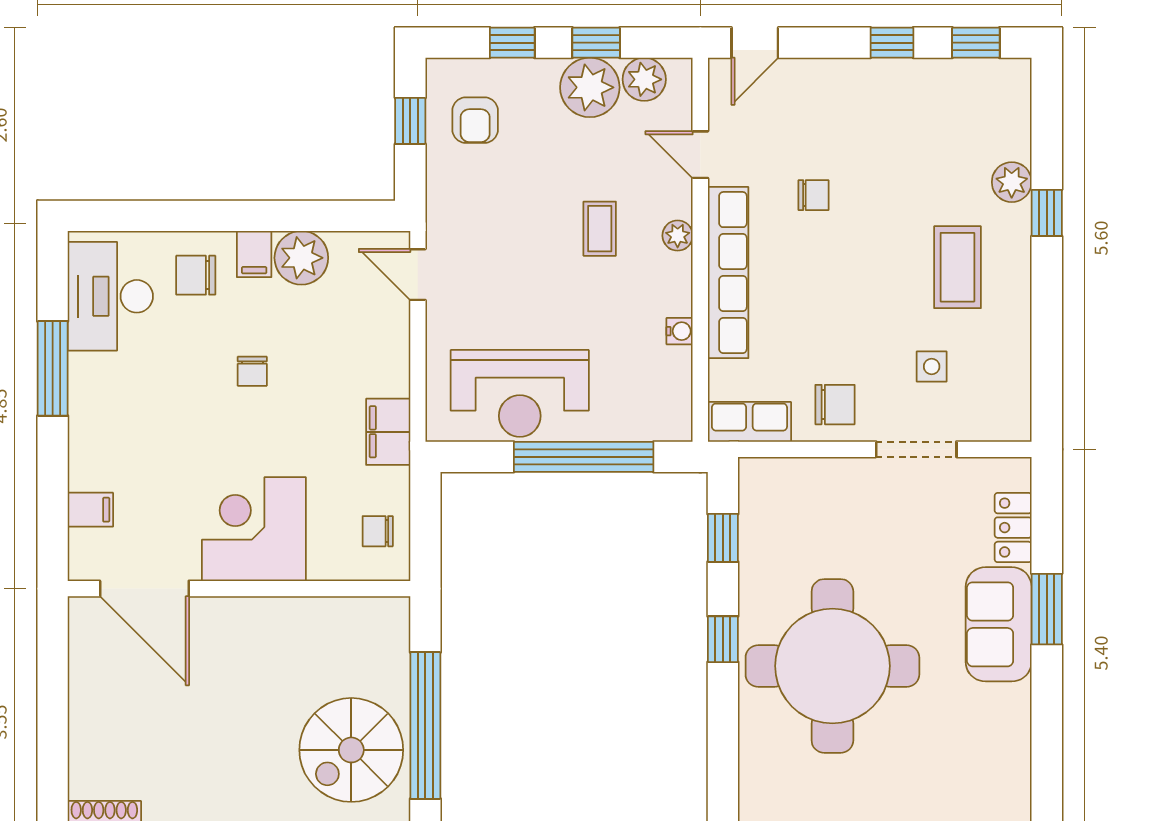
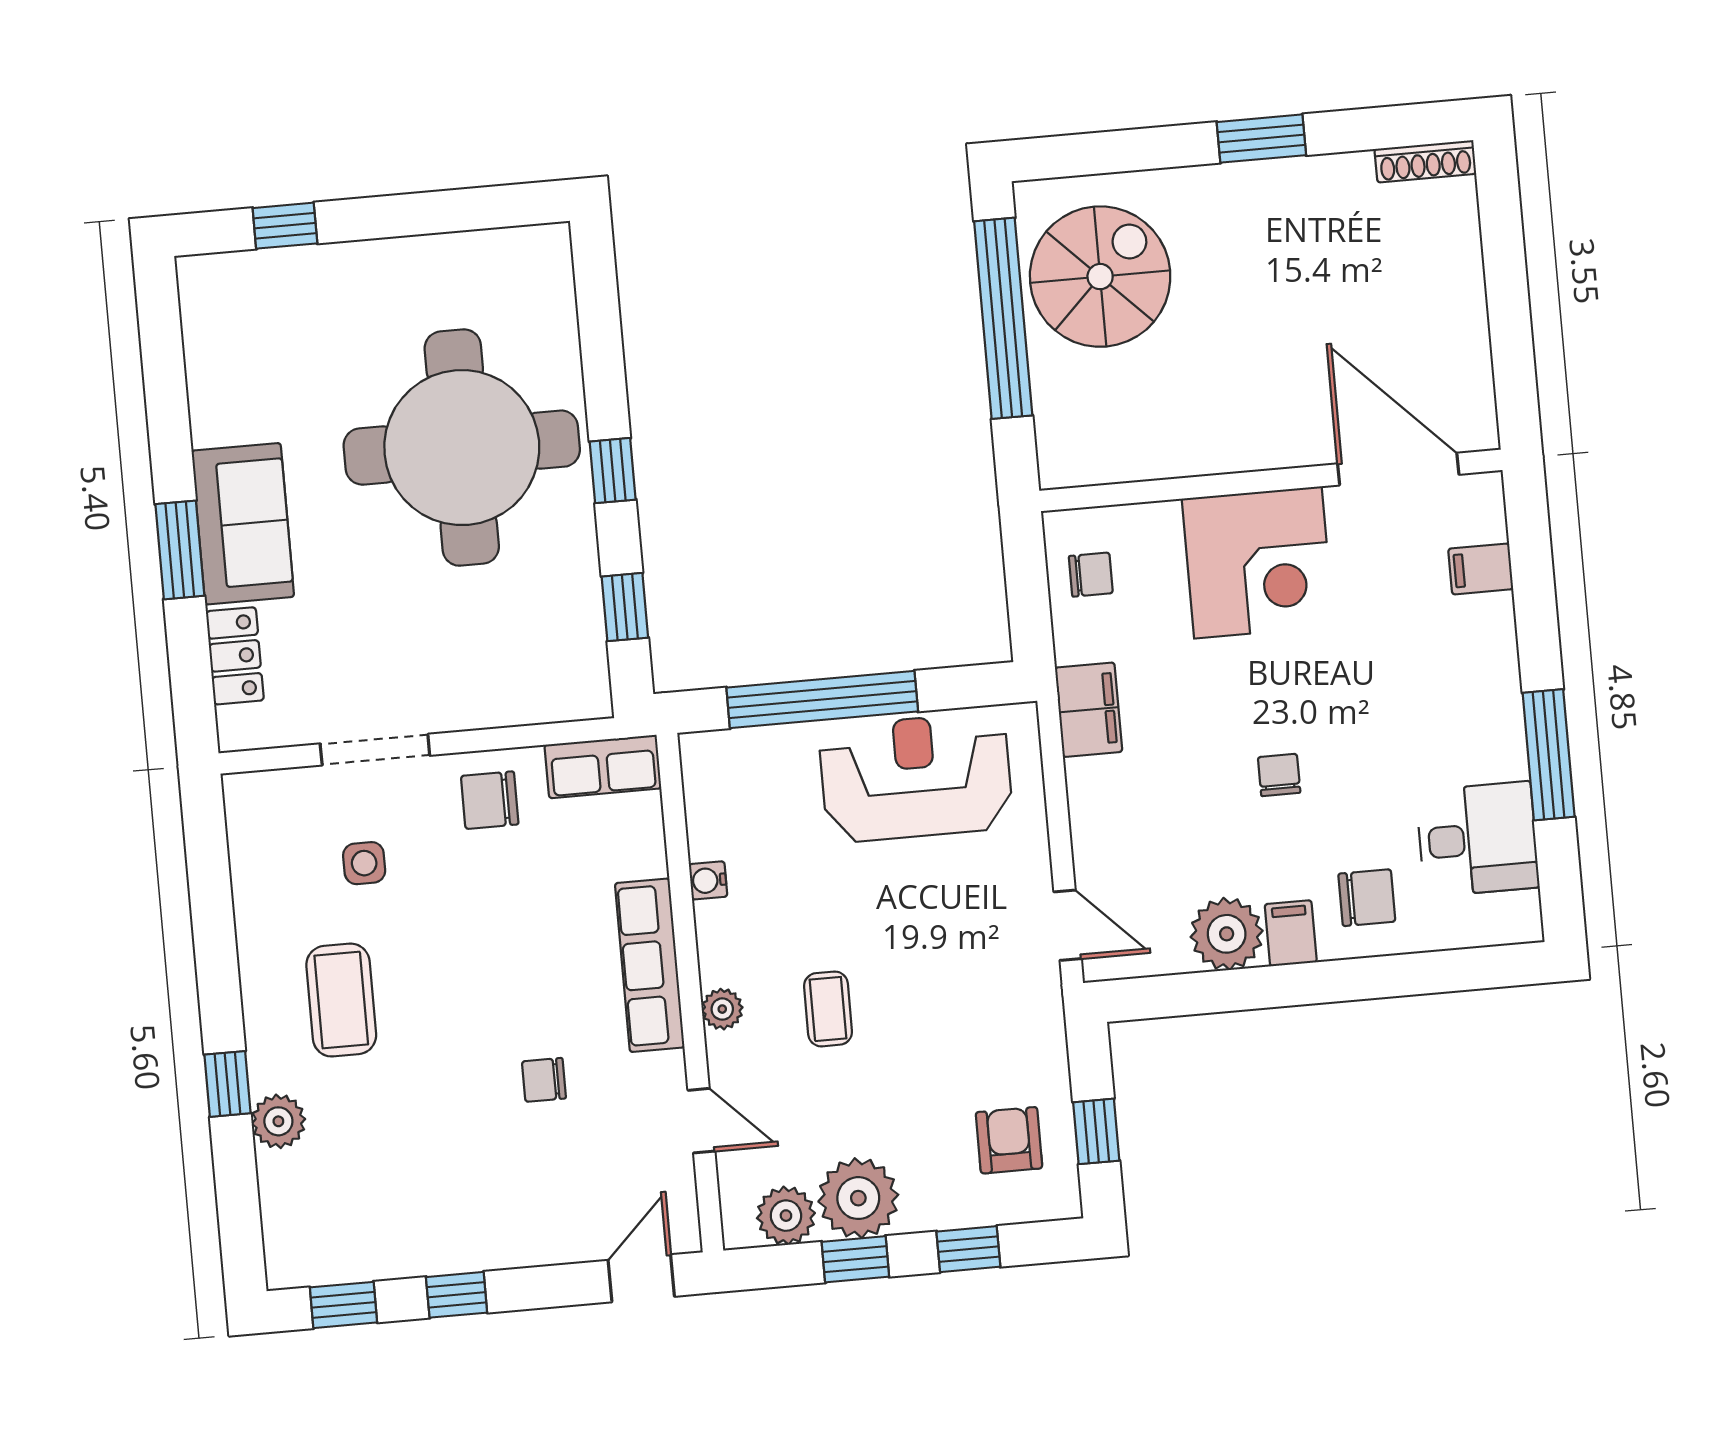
row of seats: (728, 273) -> (650, 965), width x0.73
desk: (110, 296) -> (1478, 839), width x0.73

